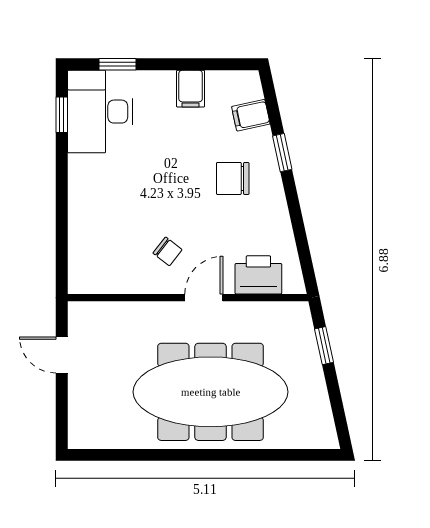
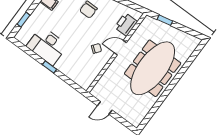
desk: (100, 112) -> (47, 46), moved
window: (62, 115) -> (50, 67), moved
door: (204, 298) -> (120, 48), hinge flipped

